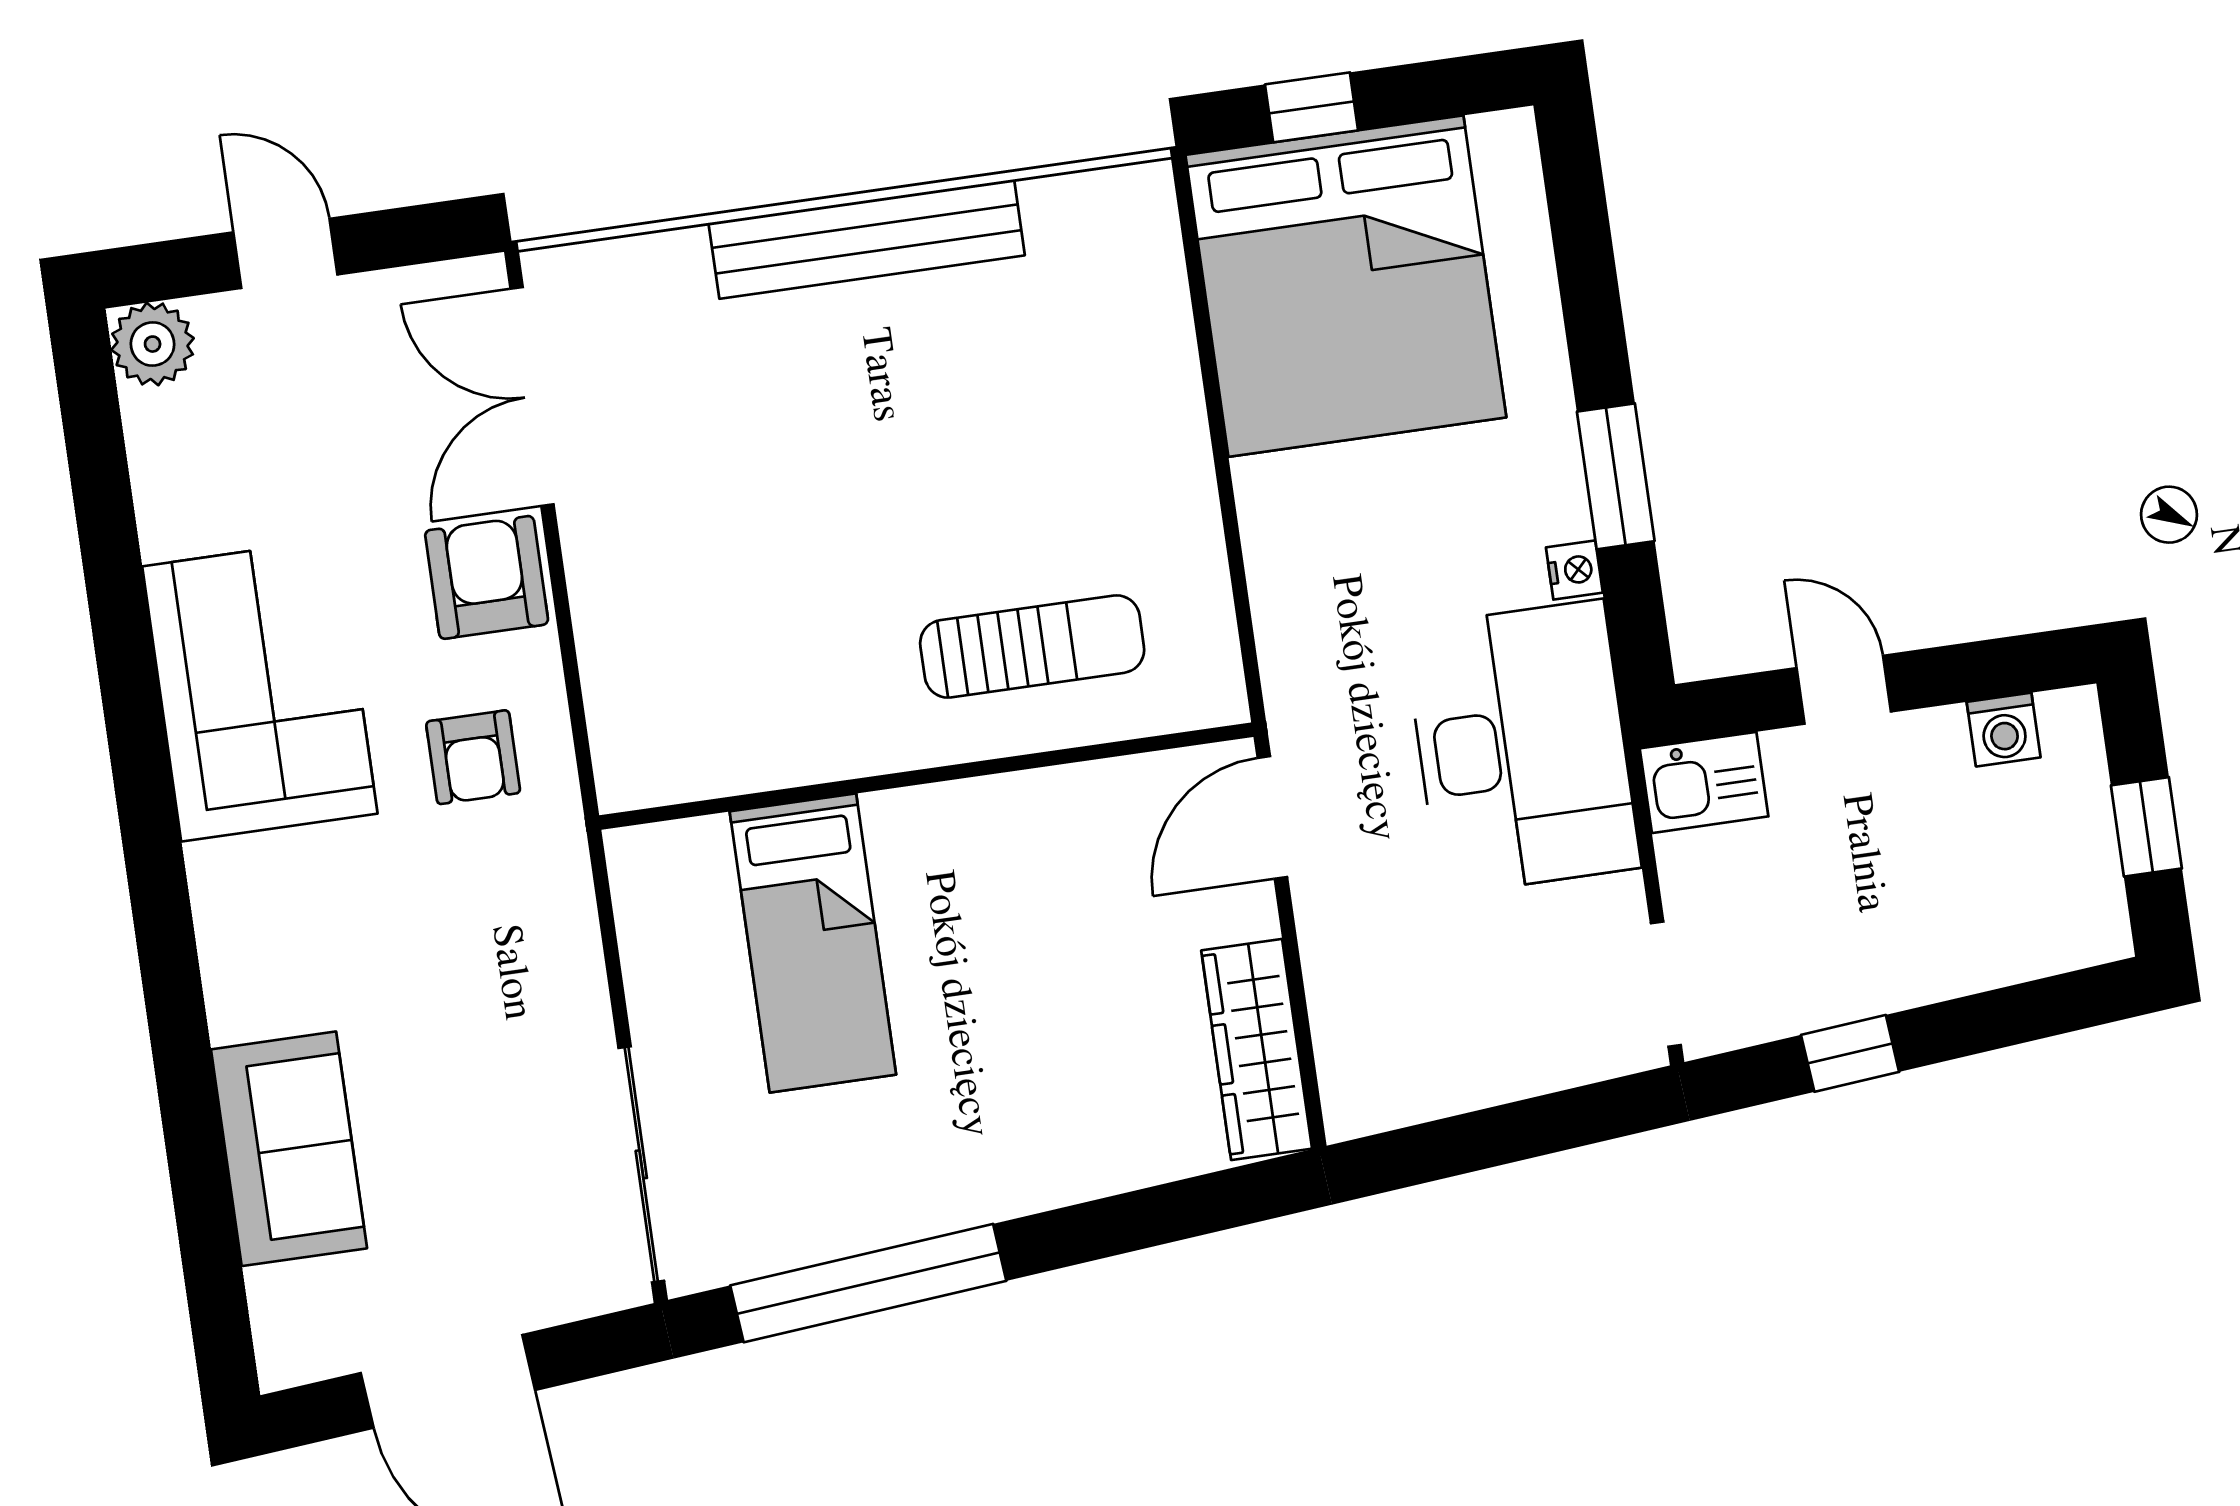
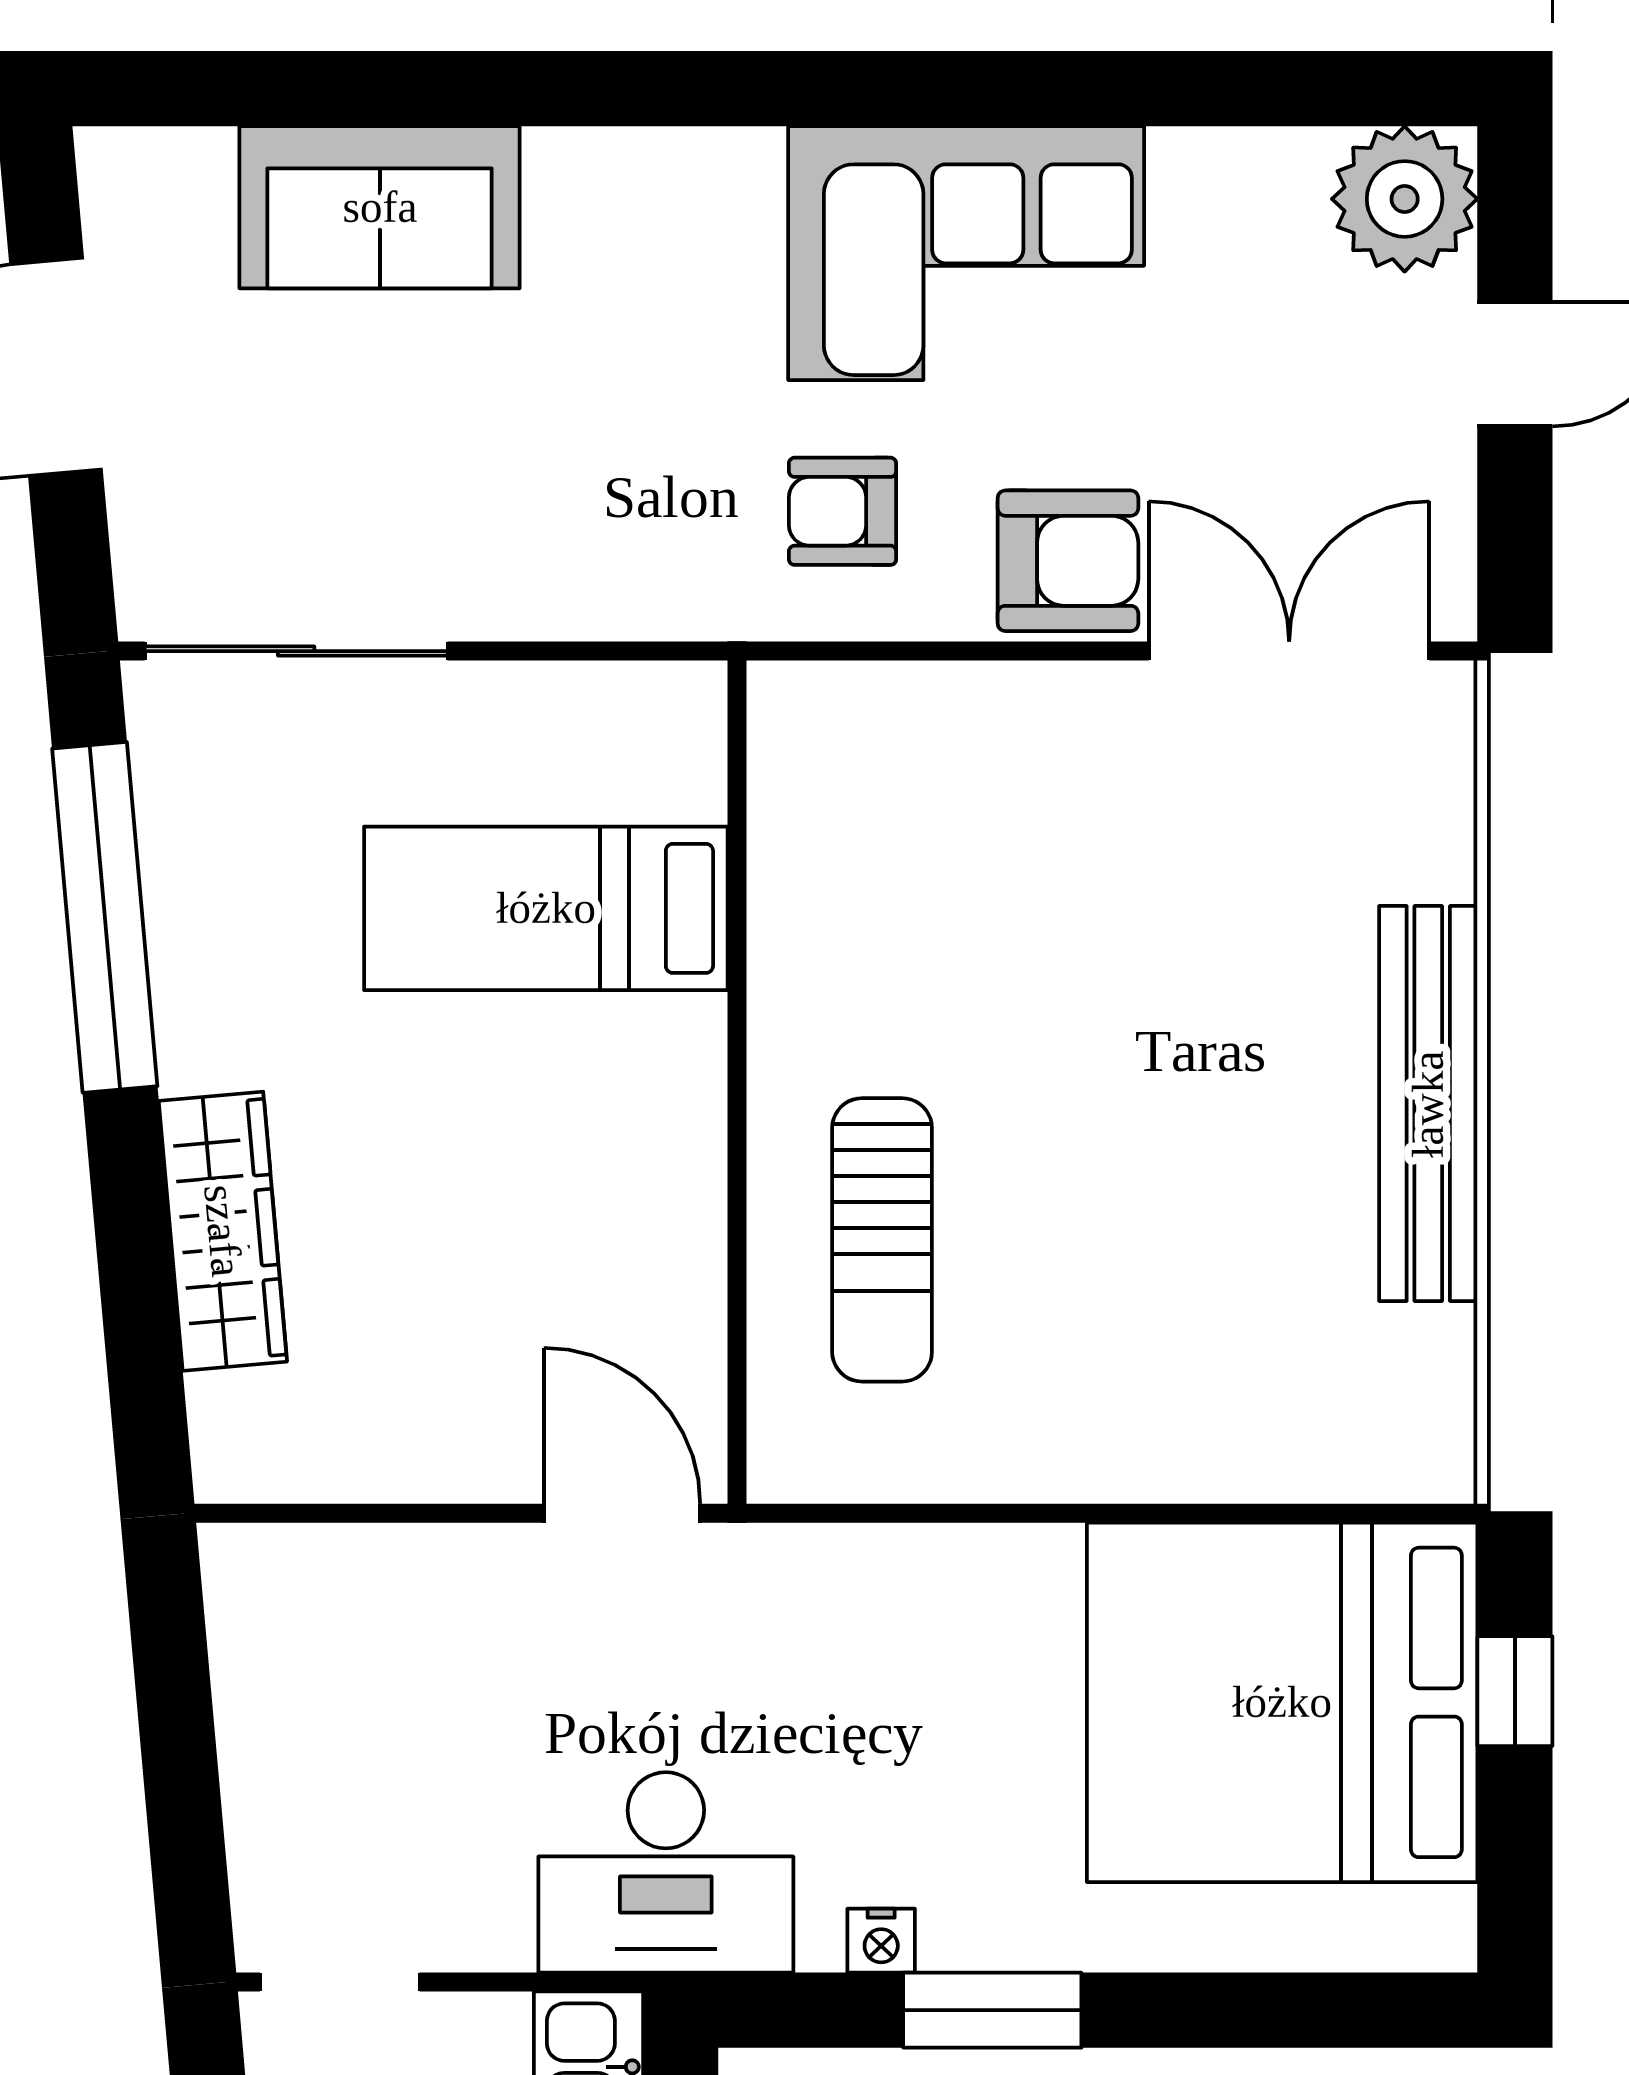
plant: (153, 344) -> (1405, 199), width x1.36, depth x1.36
desk: (1522, 747) -> (666, 1872), width x0.73, depth x0.77
wardrobe: (1257, 1049) -> (223, 1231), moved, turned 85

